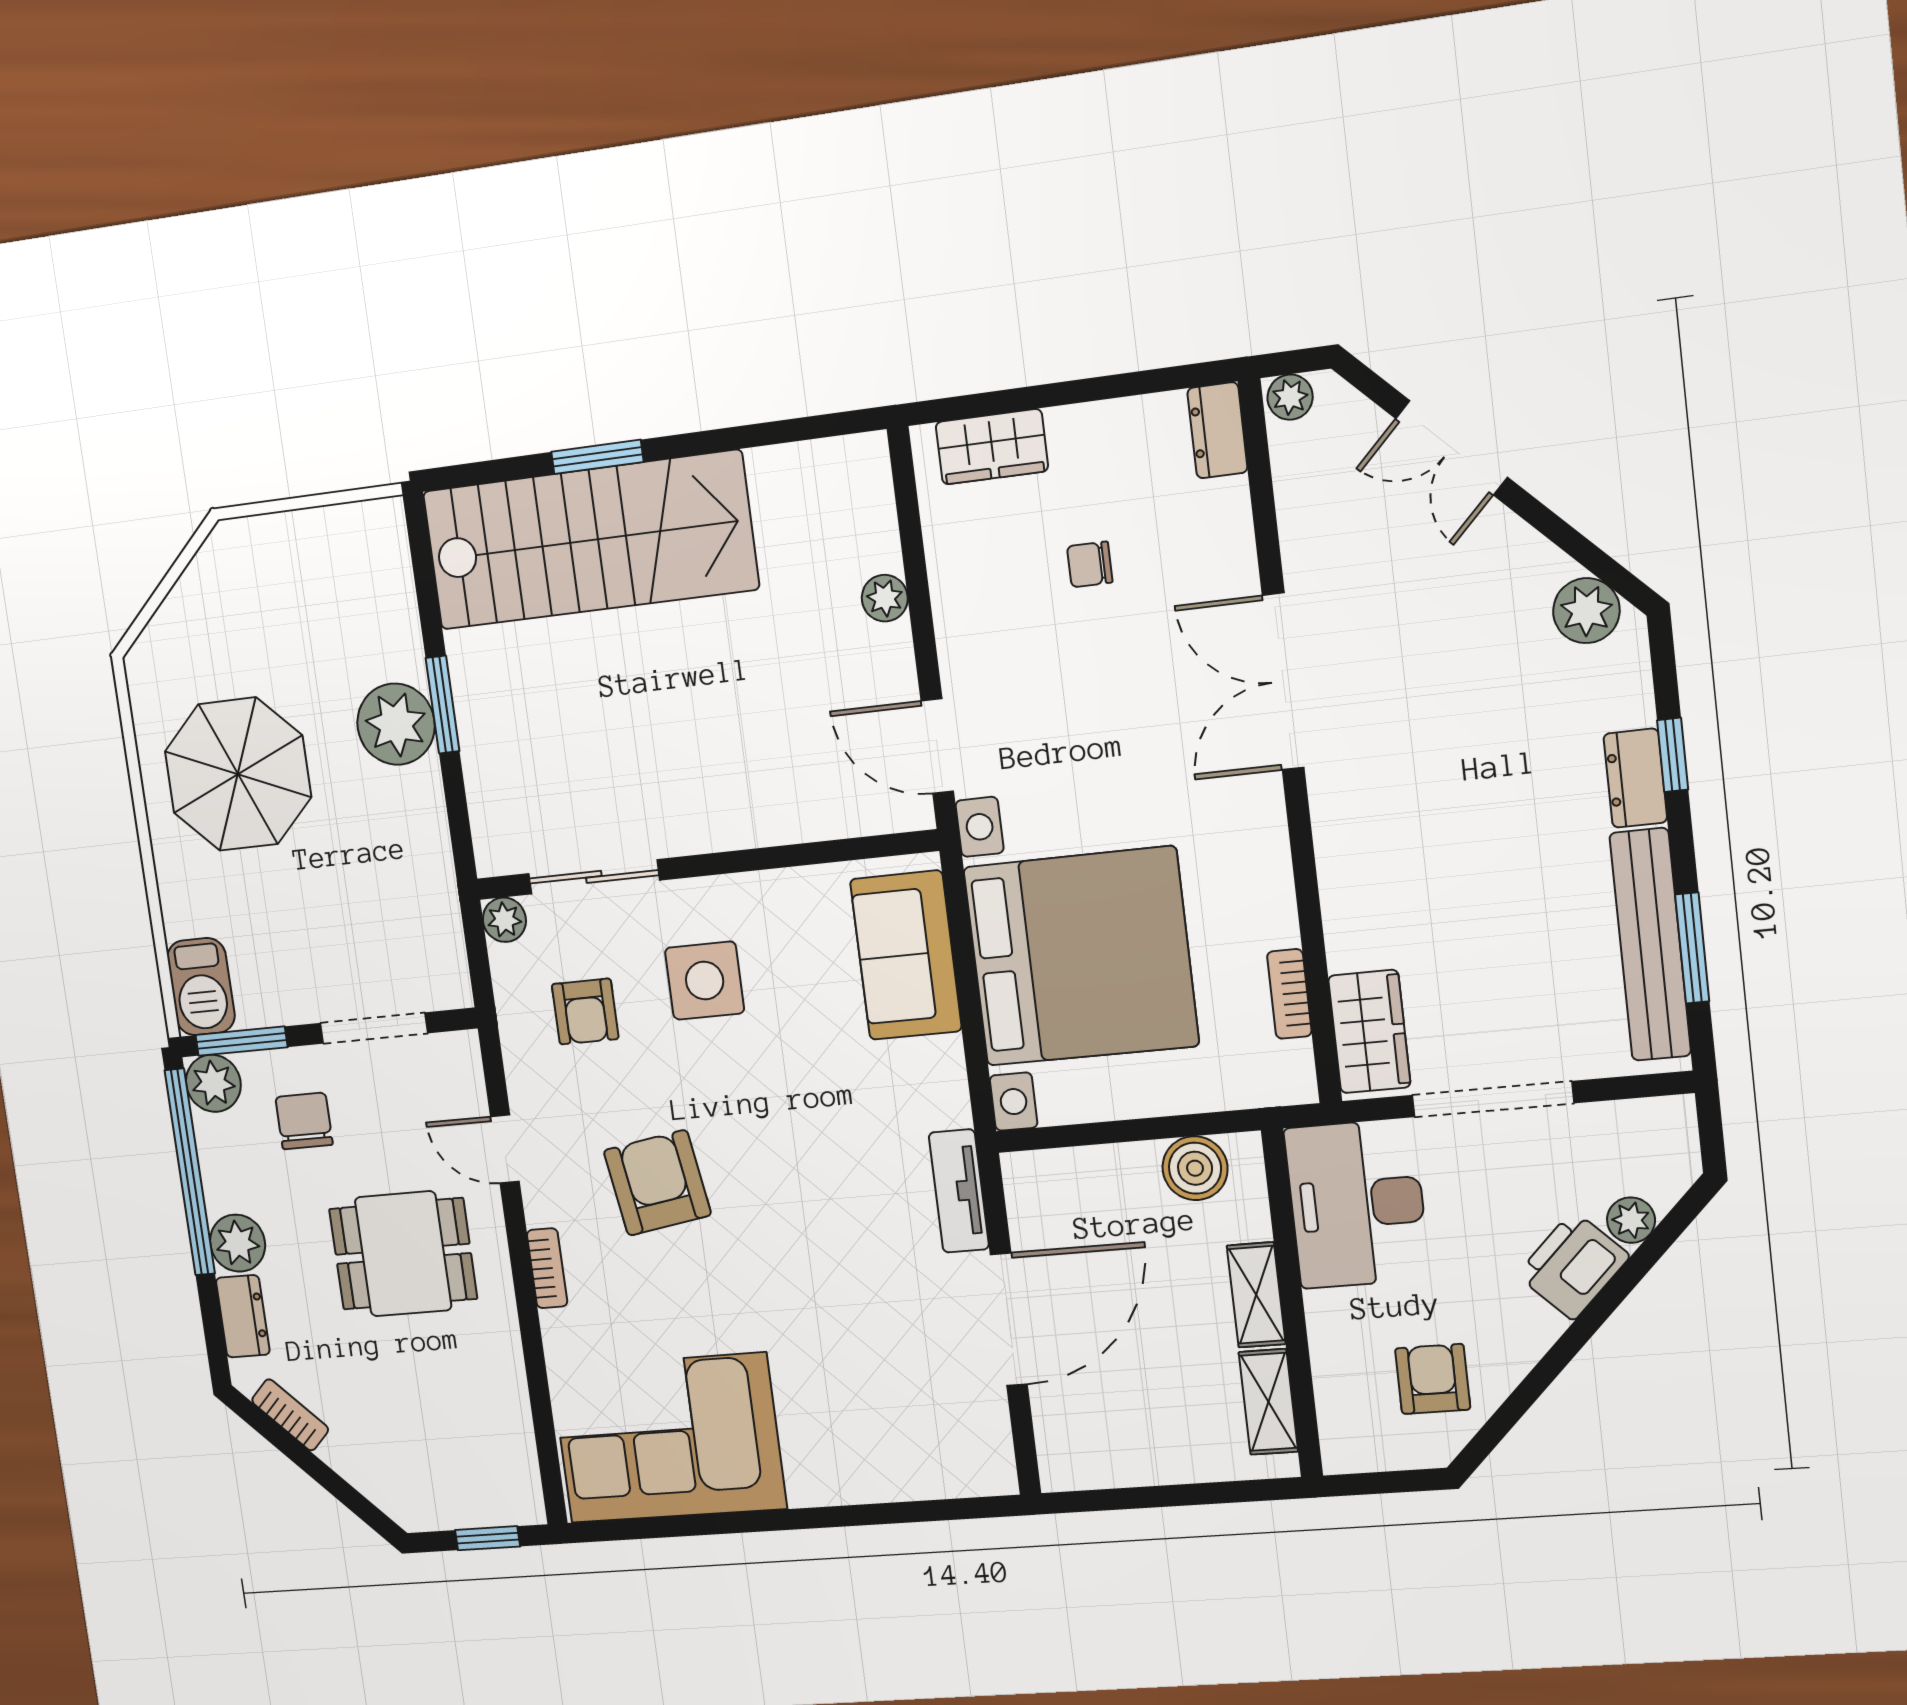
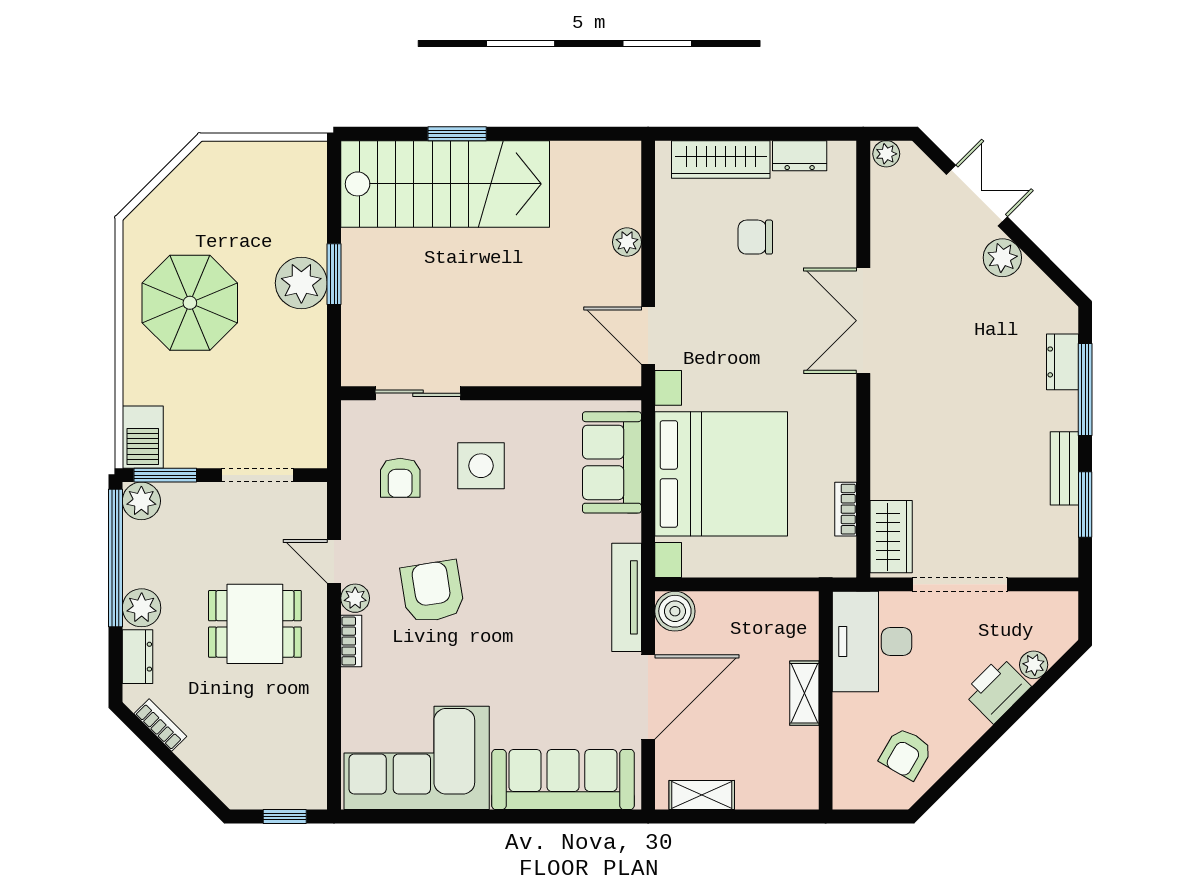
dresser: (1217, 430) -> (800, 156), moved, turned -90
wardrobe: (992, 447) -> (721, 160), width x1.50
double door: (1451, 448) -> (977, 196), swing flipped
chair: (1090, 564) -> (755, 237), width x1.37, depth x1.37
plant: (1586, 611) -> (1002, 258), moved
window: (1673, 755) -> (1085, 390), width x2.17
dresser: (1635, 778) -> (1063, 362), moved
plant: (504, 920) -> (355, 598), moved
bench: (1650, 945) -> (1064, 468), width x0.54, depth x0.82
chair: (304, 1121) -> (200, 531), removed
boiler: (1195, 1168) -> (675, 611), moved
tv unit: (959, 1191) -> (627, 597), width x1.41
armchair: (1433, 1379) -> (906, 754), turned -150
shelving: (1268, 1402) -> (702, 795), moved, turned 90
sofa: (893, 1456) -> (563, 780), added

